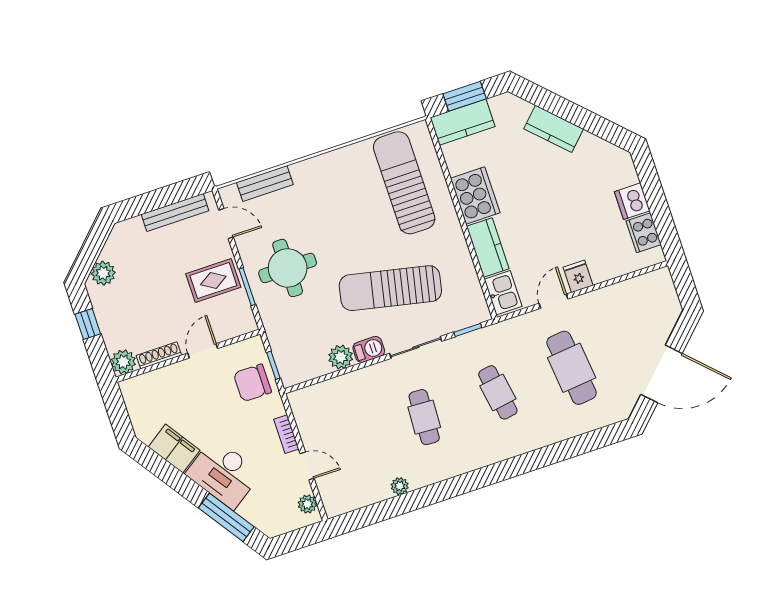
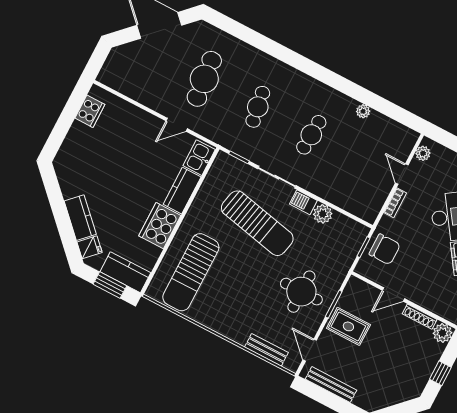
dishwasher: (632, 201) -> (78, 135), removed
plant: (103, 273) -> (404, 392), removed
fridge: (578, 276) -> (90, 247), moved, turned -135

